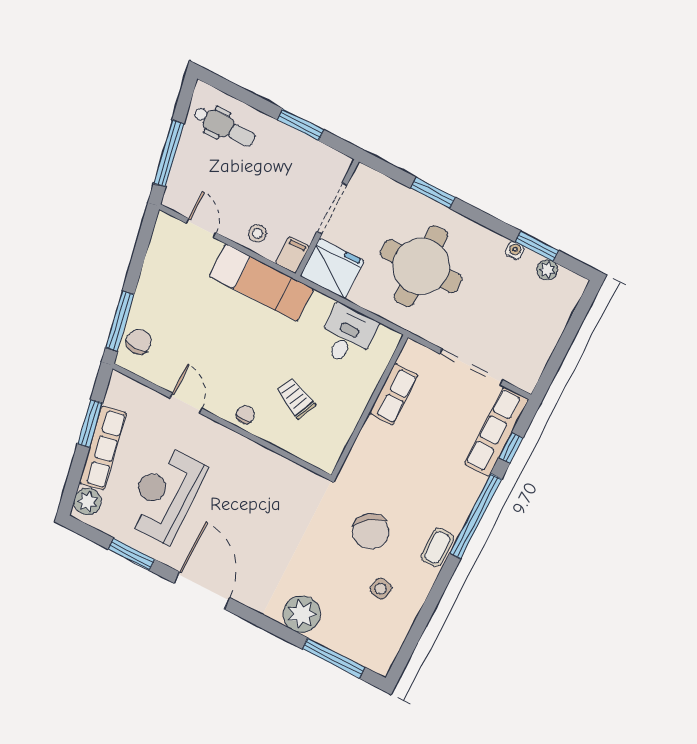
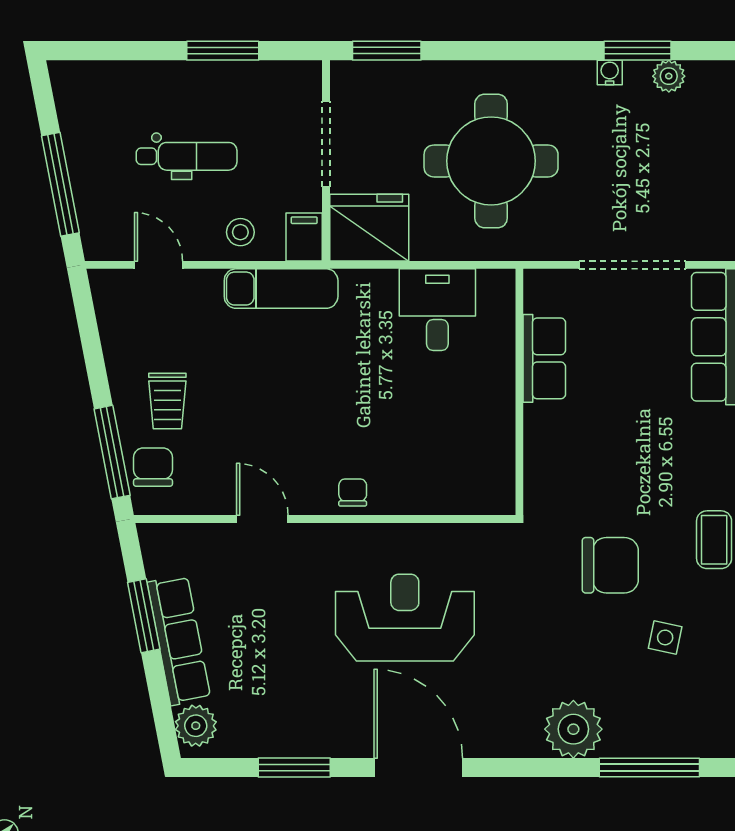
dental chair: (224, 126) -> (187, 156), moved
window: (433, 193) -> (387, 51), moved
exam couch: (261, 283) -> (281, 289), width x0.73, depth x0.69
trolley: (296, 398) -> (167, 401), moved, turned -114
reception desk: (165, 494) -> (405, 618), moved, turned 90
chair: (371, 531) -> (610, 565), turned -55

